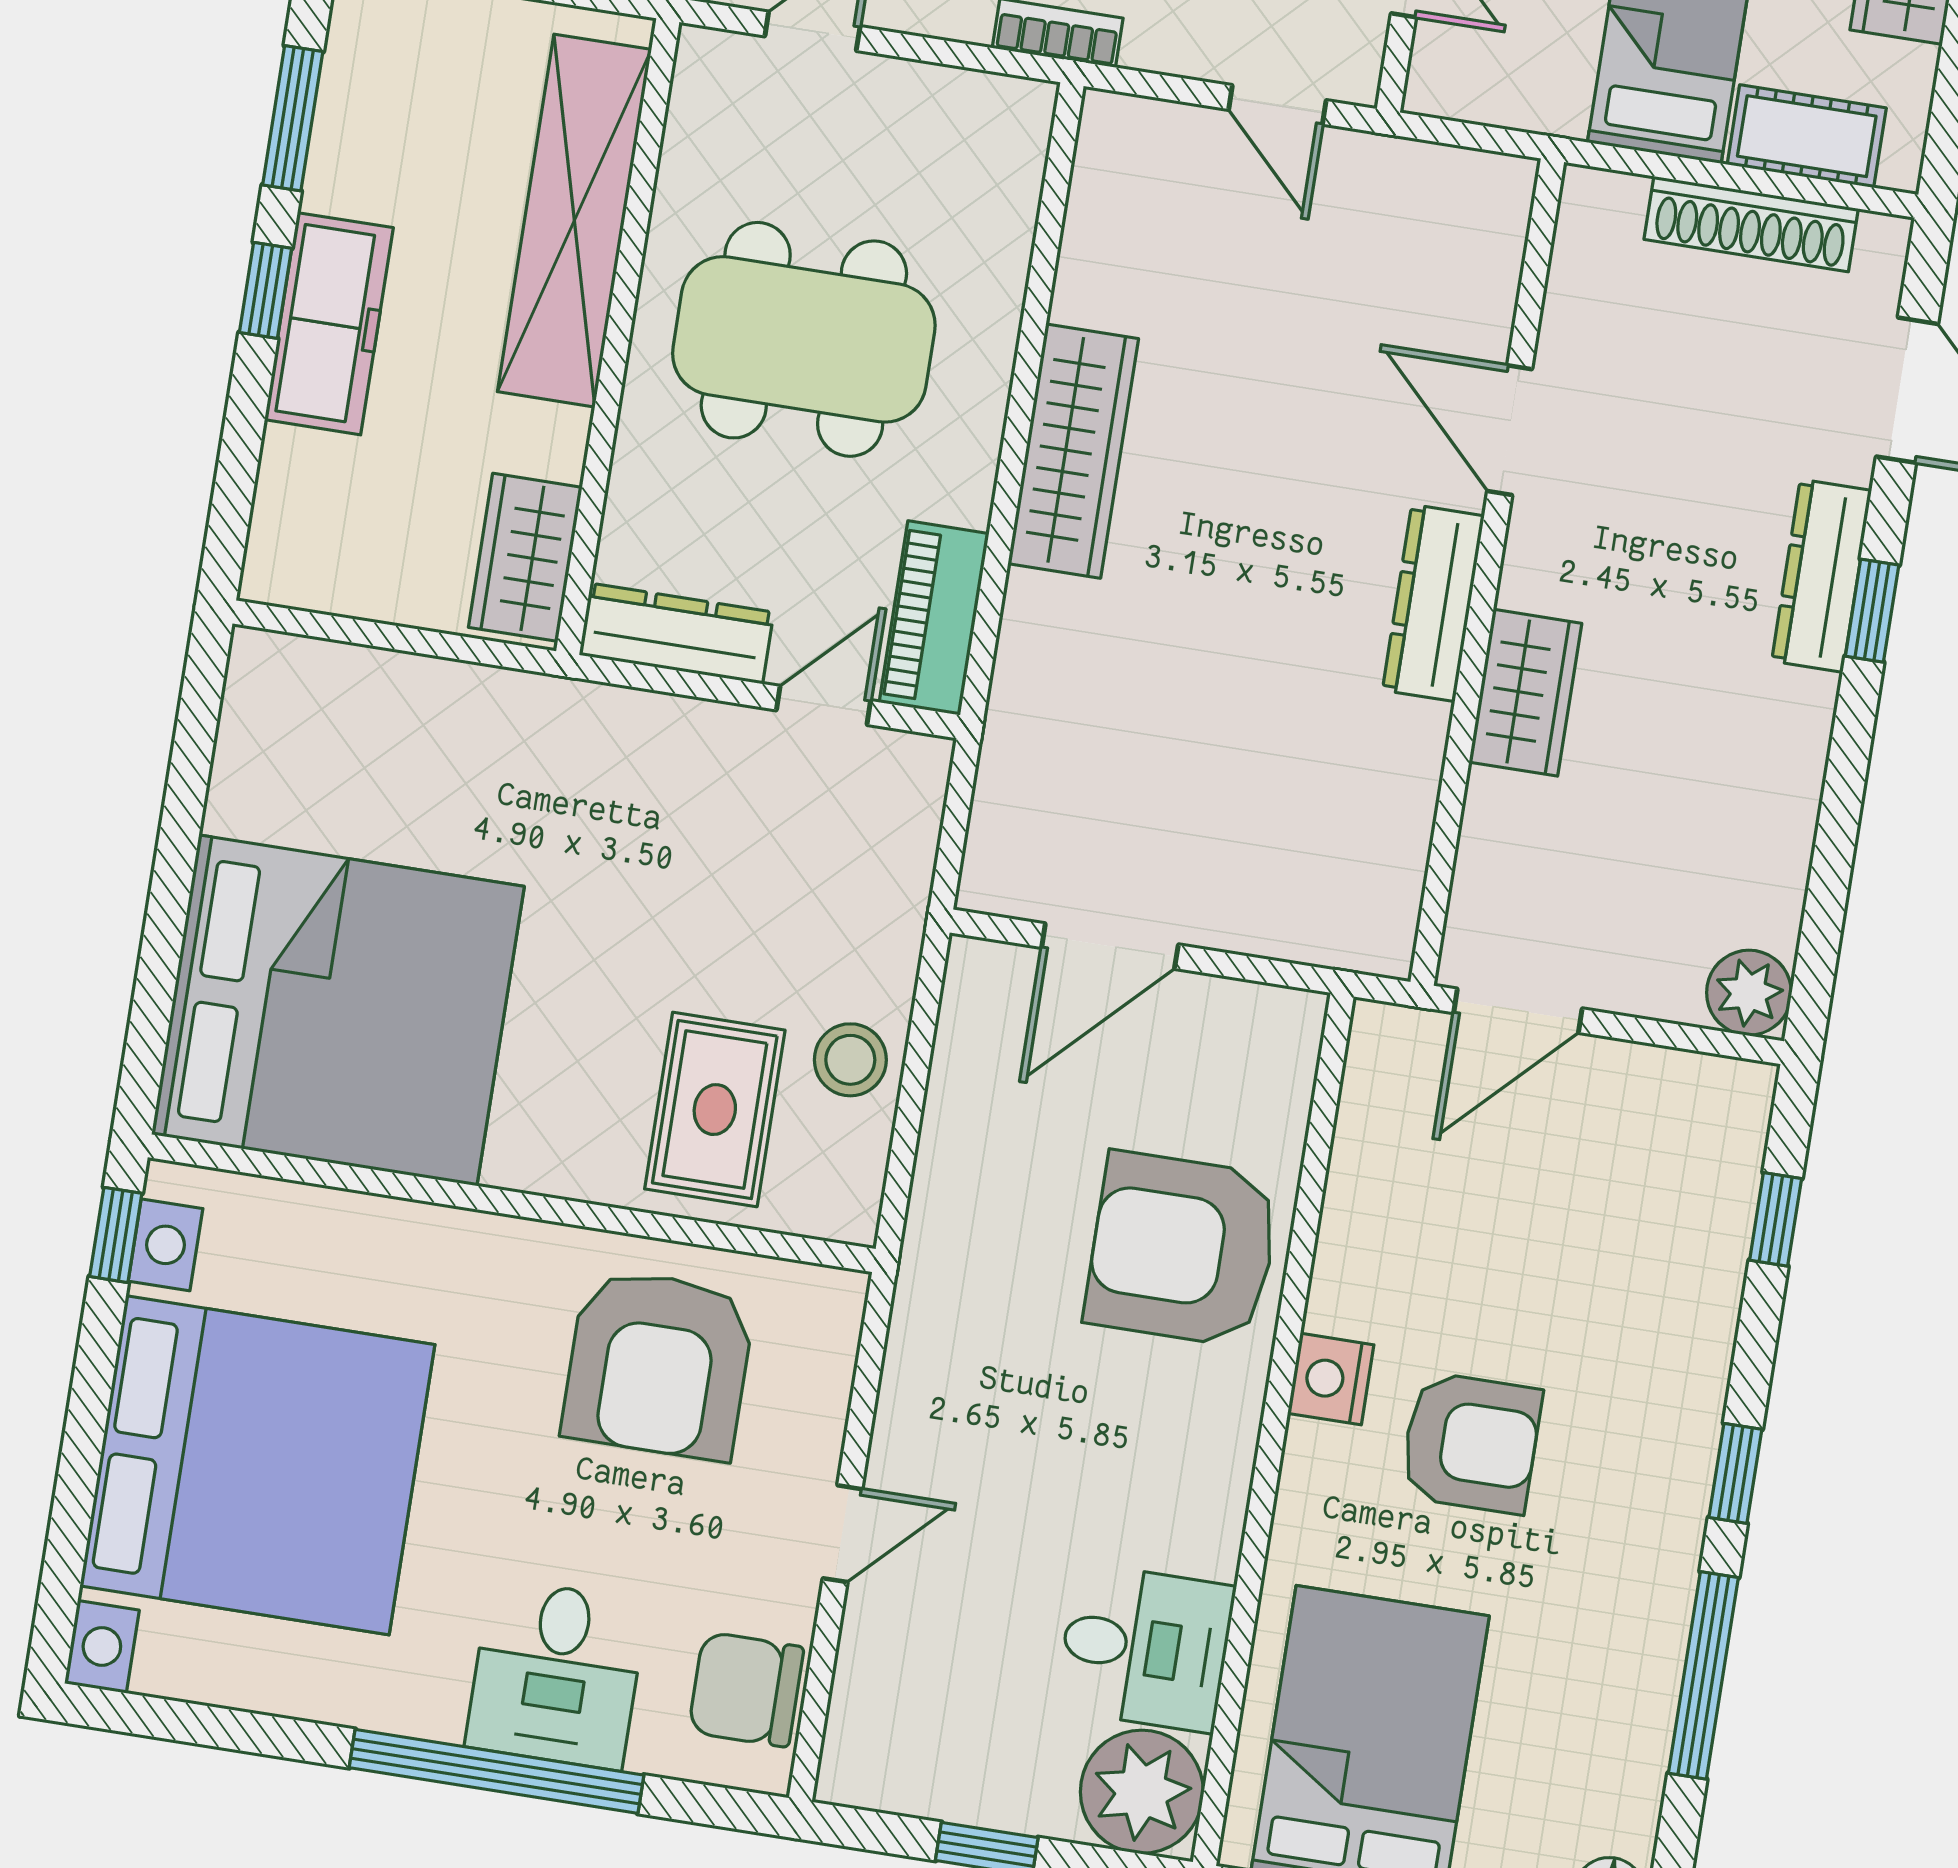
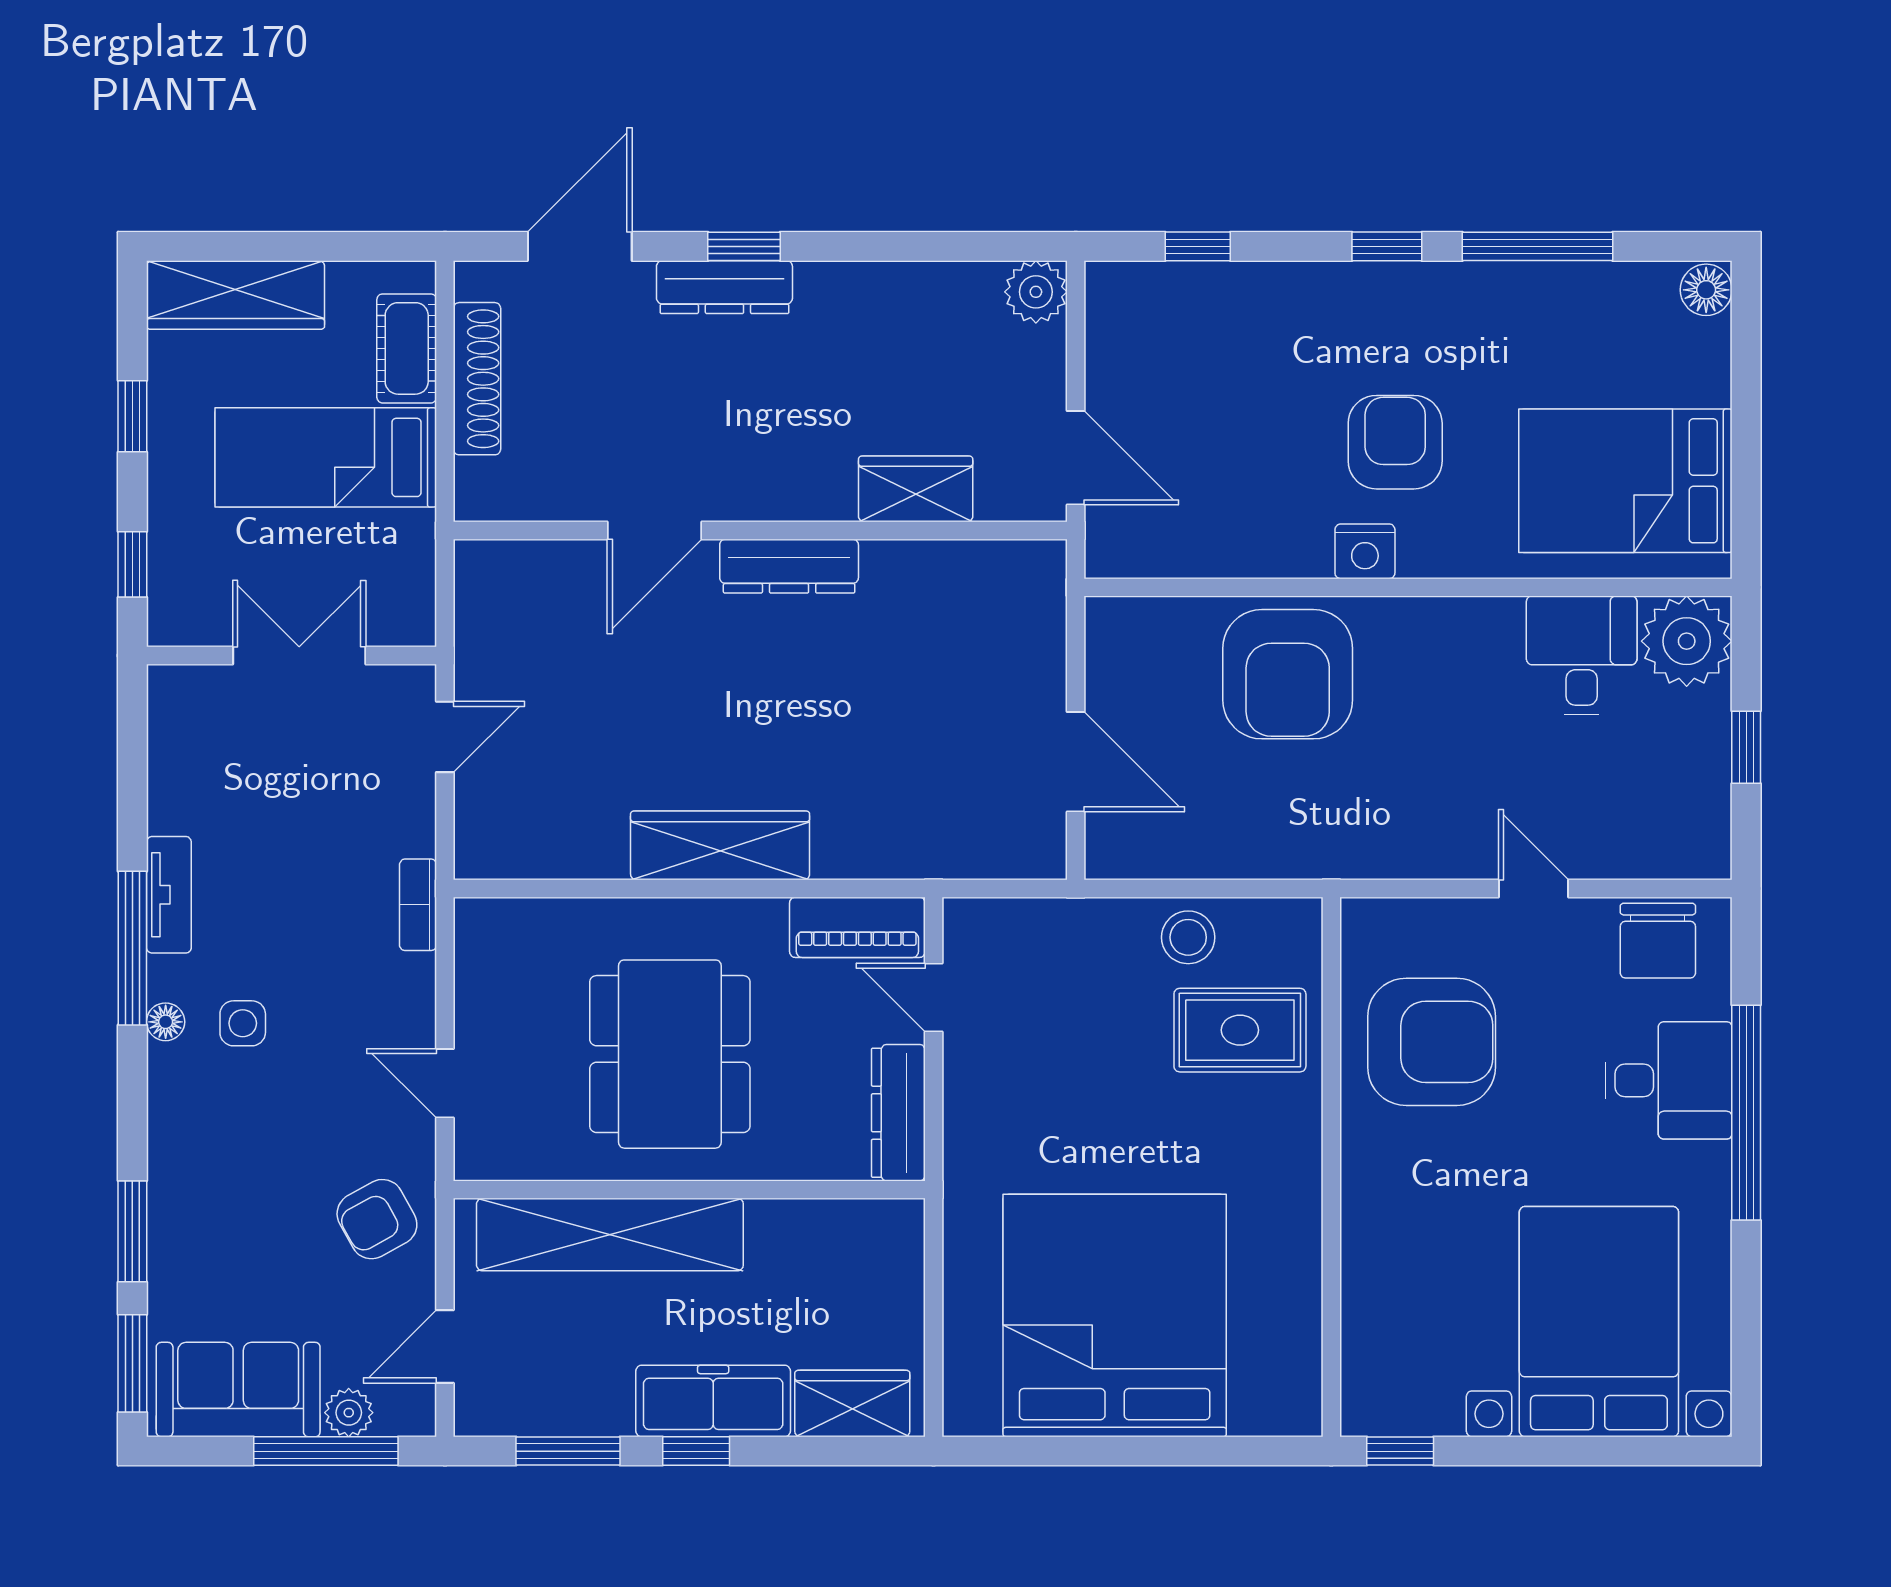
wardrobe: (525, 557) -> (852, 1404), moved, turned 180
wardrobe: (1525, 693) -> (916, 489), moved
bed: (338, 1010) -> (1115, 1316), moved
bed with nightstands: (257, 1465) -> (1599, 1322), width x0.73

